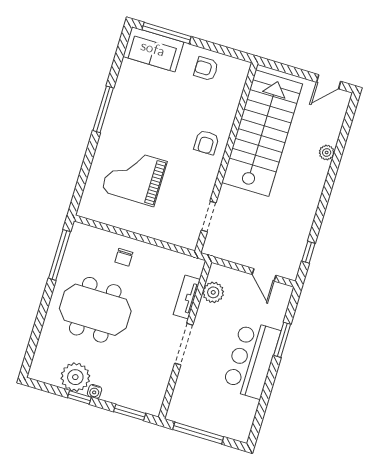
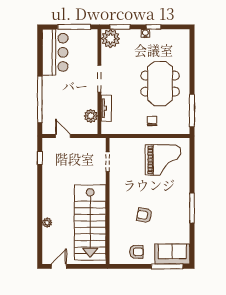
armchair: (206, 142) -> (144, 215), moved, turned -80
grand piano: (134, 176) -> (163, 160), moved
meeting table: (95, 310) -> (160, 84), turned 90
window: (282, 340) -> (40, 100), width x2.11
bar counter: (252, 359) -> (55, 52), moved
plant: (75, 377) -> (111, 39), moved

